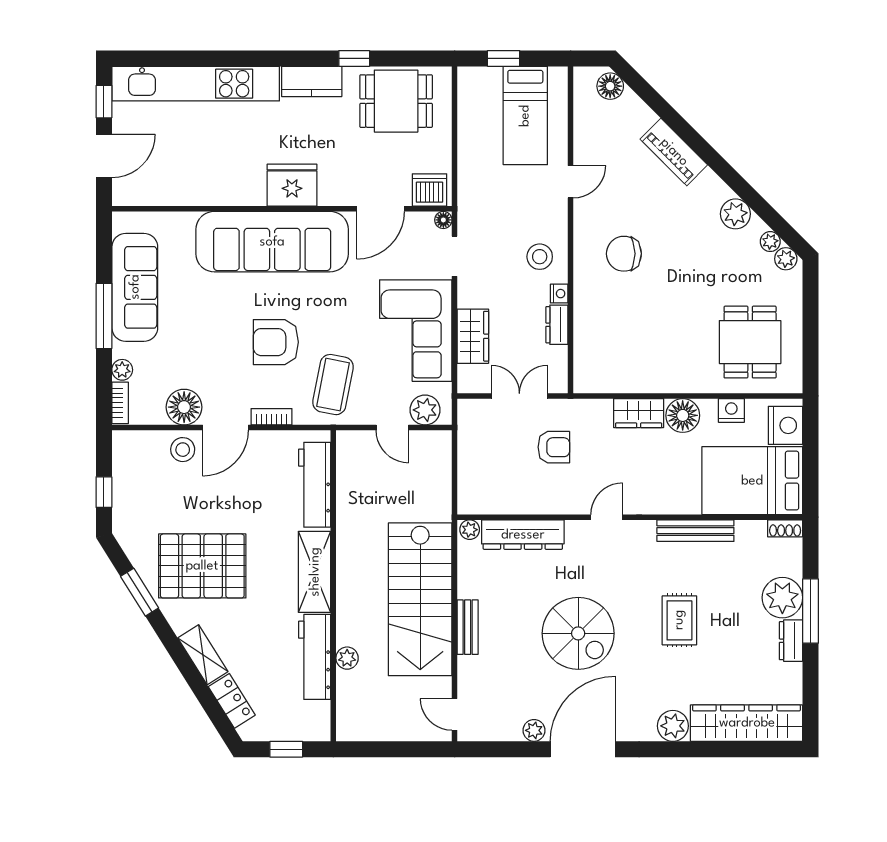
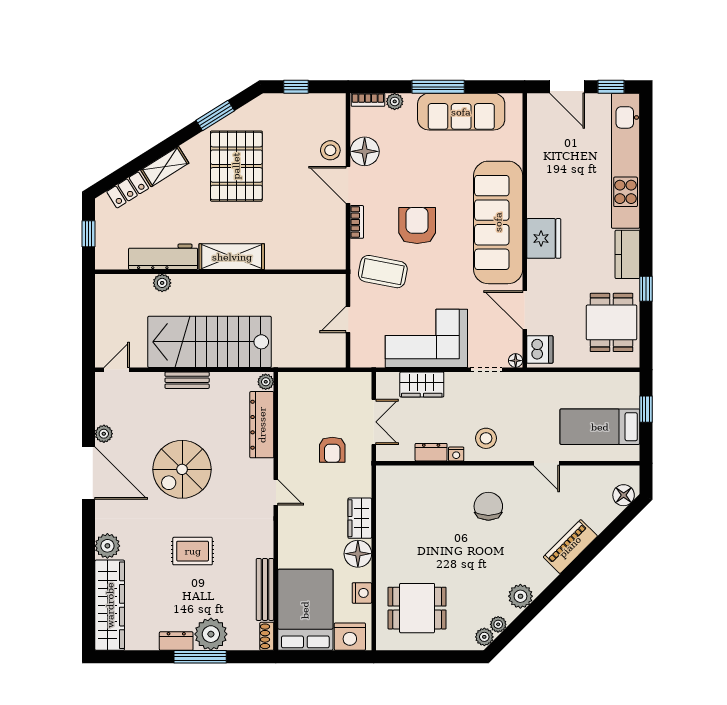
plant: (425, 410) -> (362, 346), removed
workbench: (315, 485) -> (302, 257), removed
bench: (695, 531) -> (265, 589), moved

